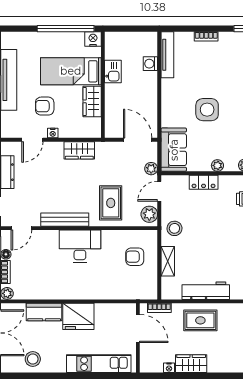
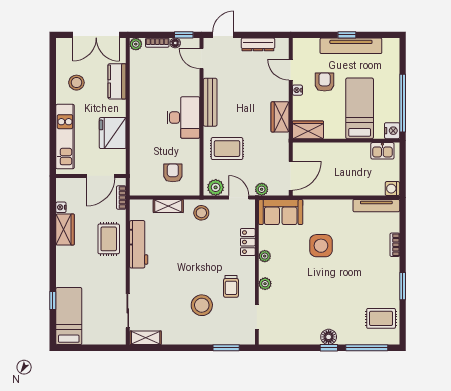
washing machine: (150, 64) -> (392, 189), moved, turned -90
kitchen sink: (113, 72) -> (382, 151), moved
wardrobe: (92, 101) -> (308, 130), moved
fridge: (78, 316) -> (113, 133), moved
stool: (33, 359) -> (76, 83), moved

